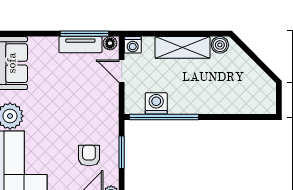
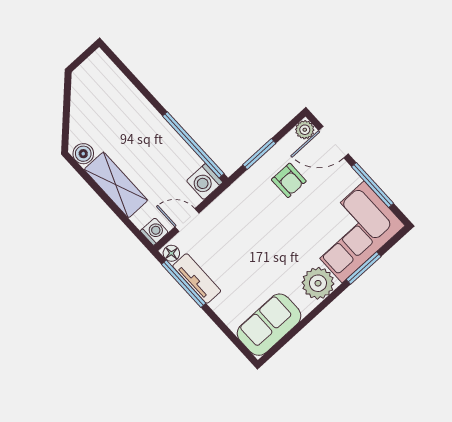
door: (122, 71) -> (187, 220), swing flipped
washing machine: (156, 103) -> (205, 182), moved
armchair: (89, 156) -> (289, 180), turned -90

